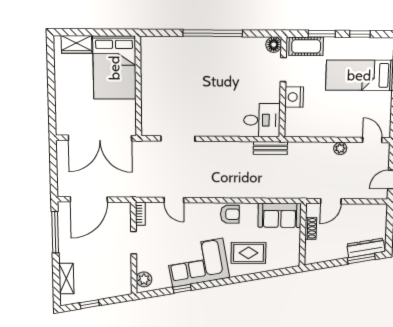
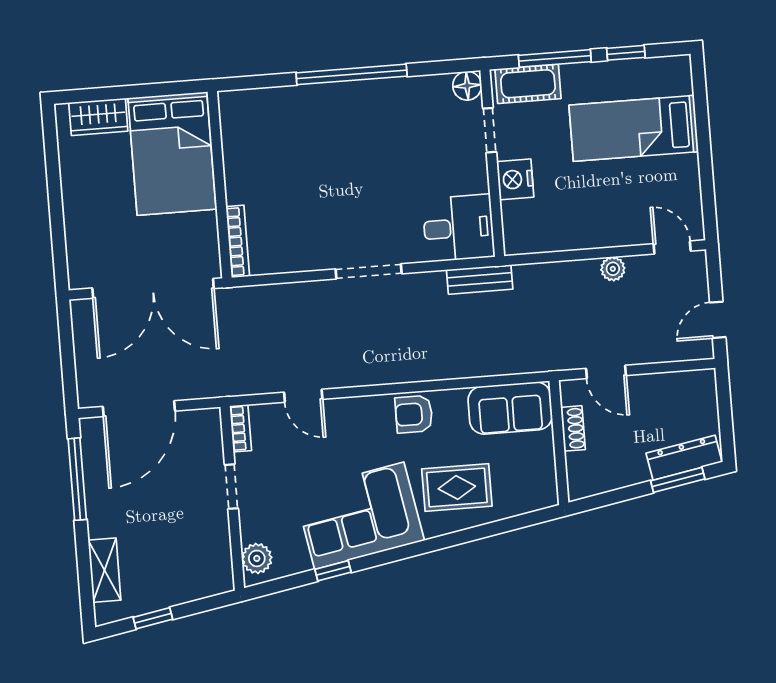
window: (322, 34) -> (555, 58), width x1.44
bookcase: (146, 117) -> (238, 241), added
doorway: (178, 139) -> (369, 271), moved
door: (331, 201) -> (606, 372), hinge flipped
armchair: (230, 214) -> (414, 414), turned 180

